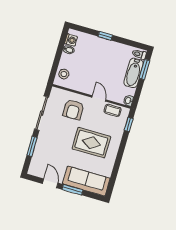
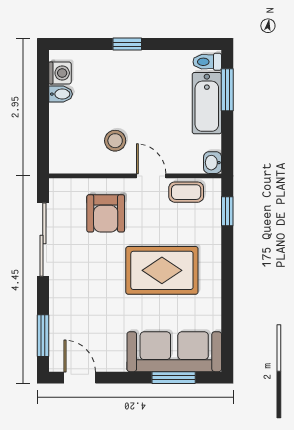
stool: (64, 74) -> (115, 141), moved
window: (32, 146) -> (43, 336), moved
door: (50, 183) -> (80, 378), moved
window: (72, 190) -> (174, 378), moved

